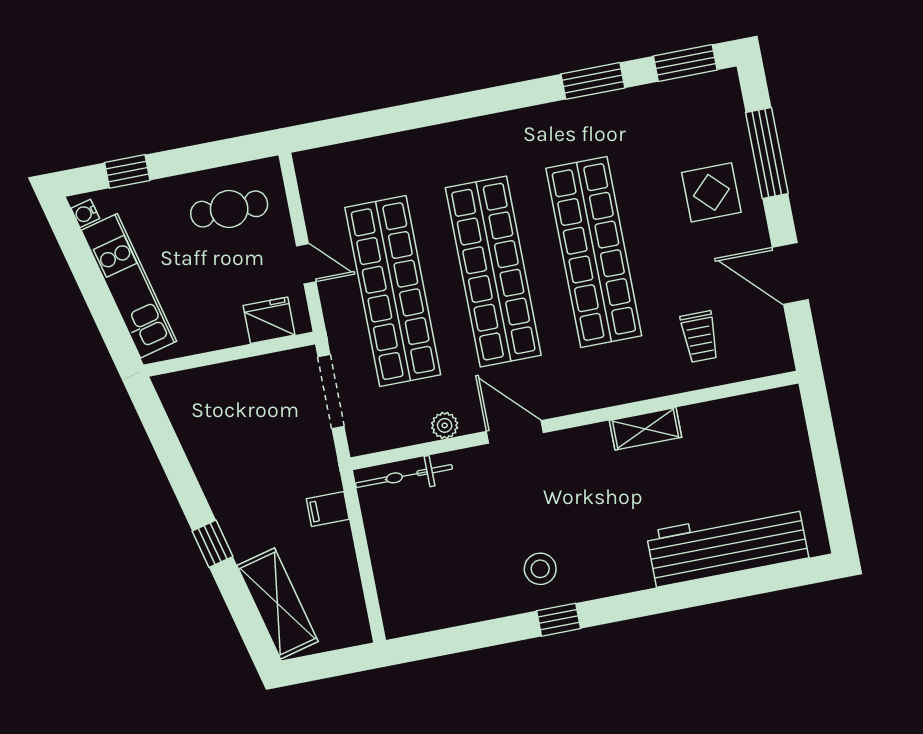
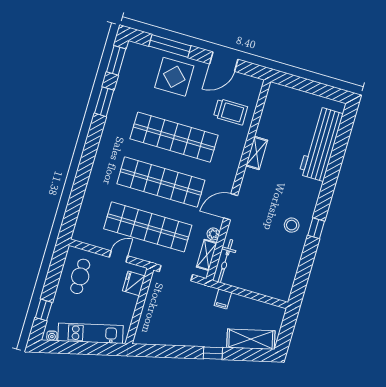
display table: (711, 192) -> (174, 77), width x1.36, depth x1.36
trolley: (700, 337) -> (231, 112), width x1.36, depth x1.39
shelving: (397, 434) -> (207, 255), added

